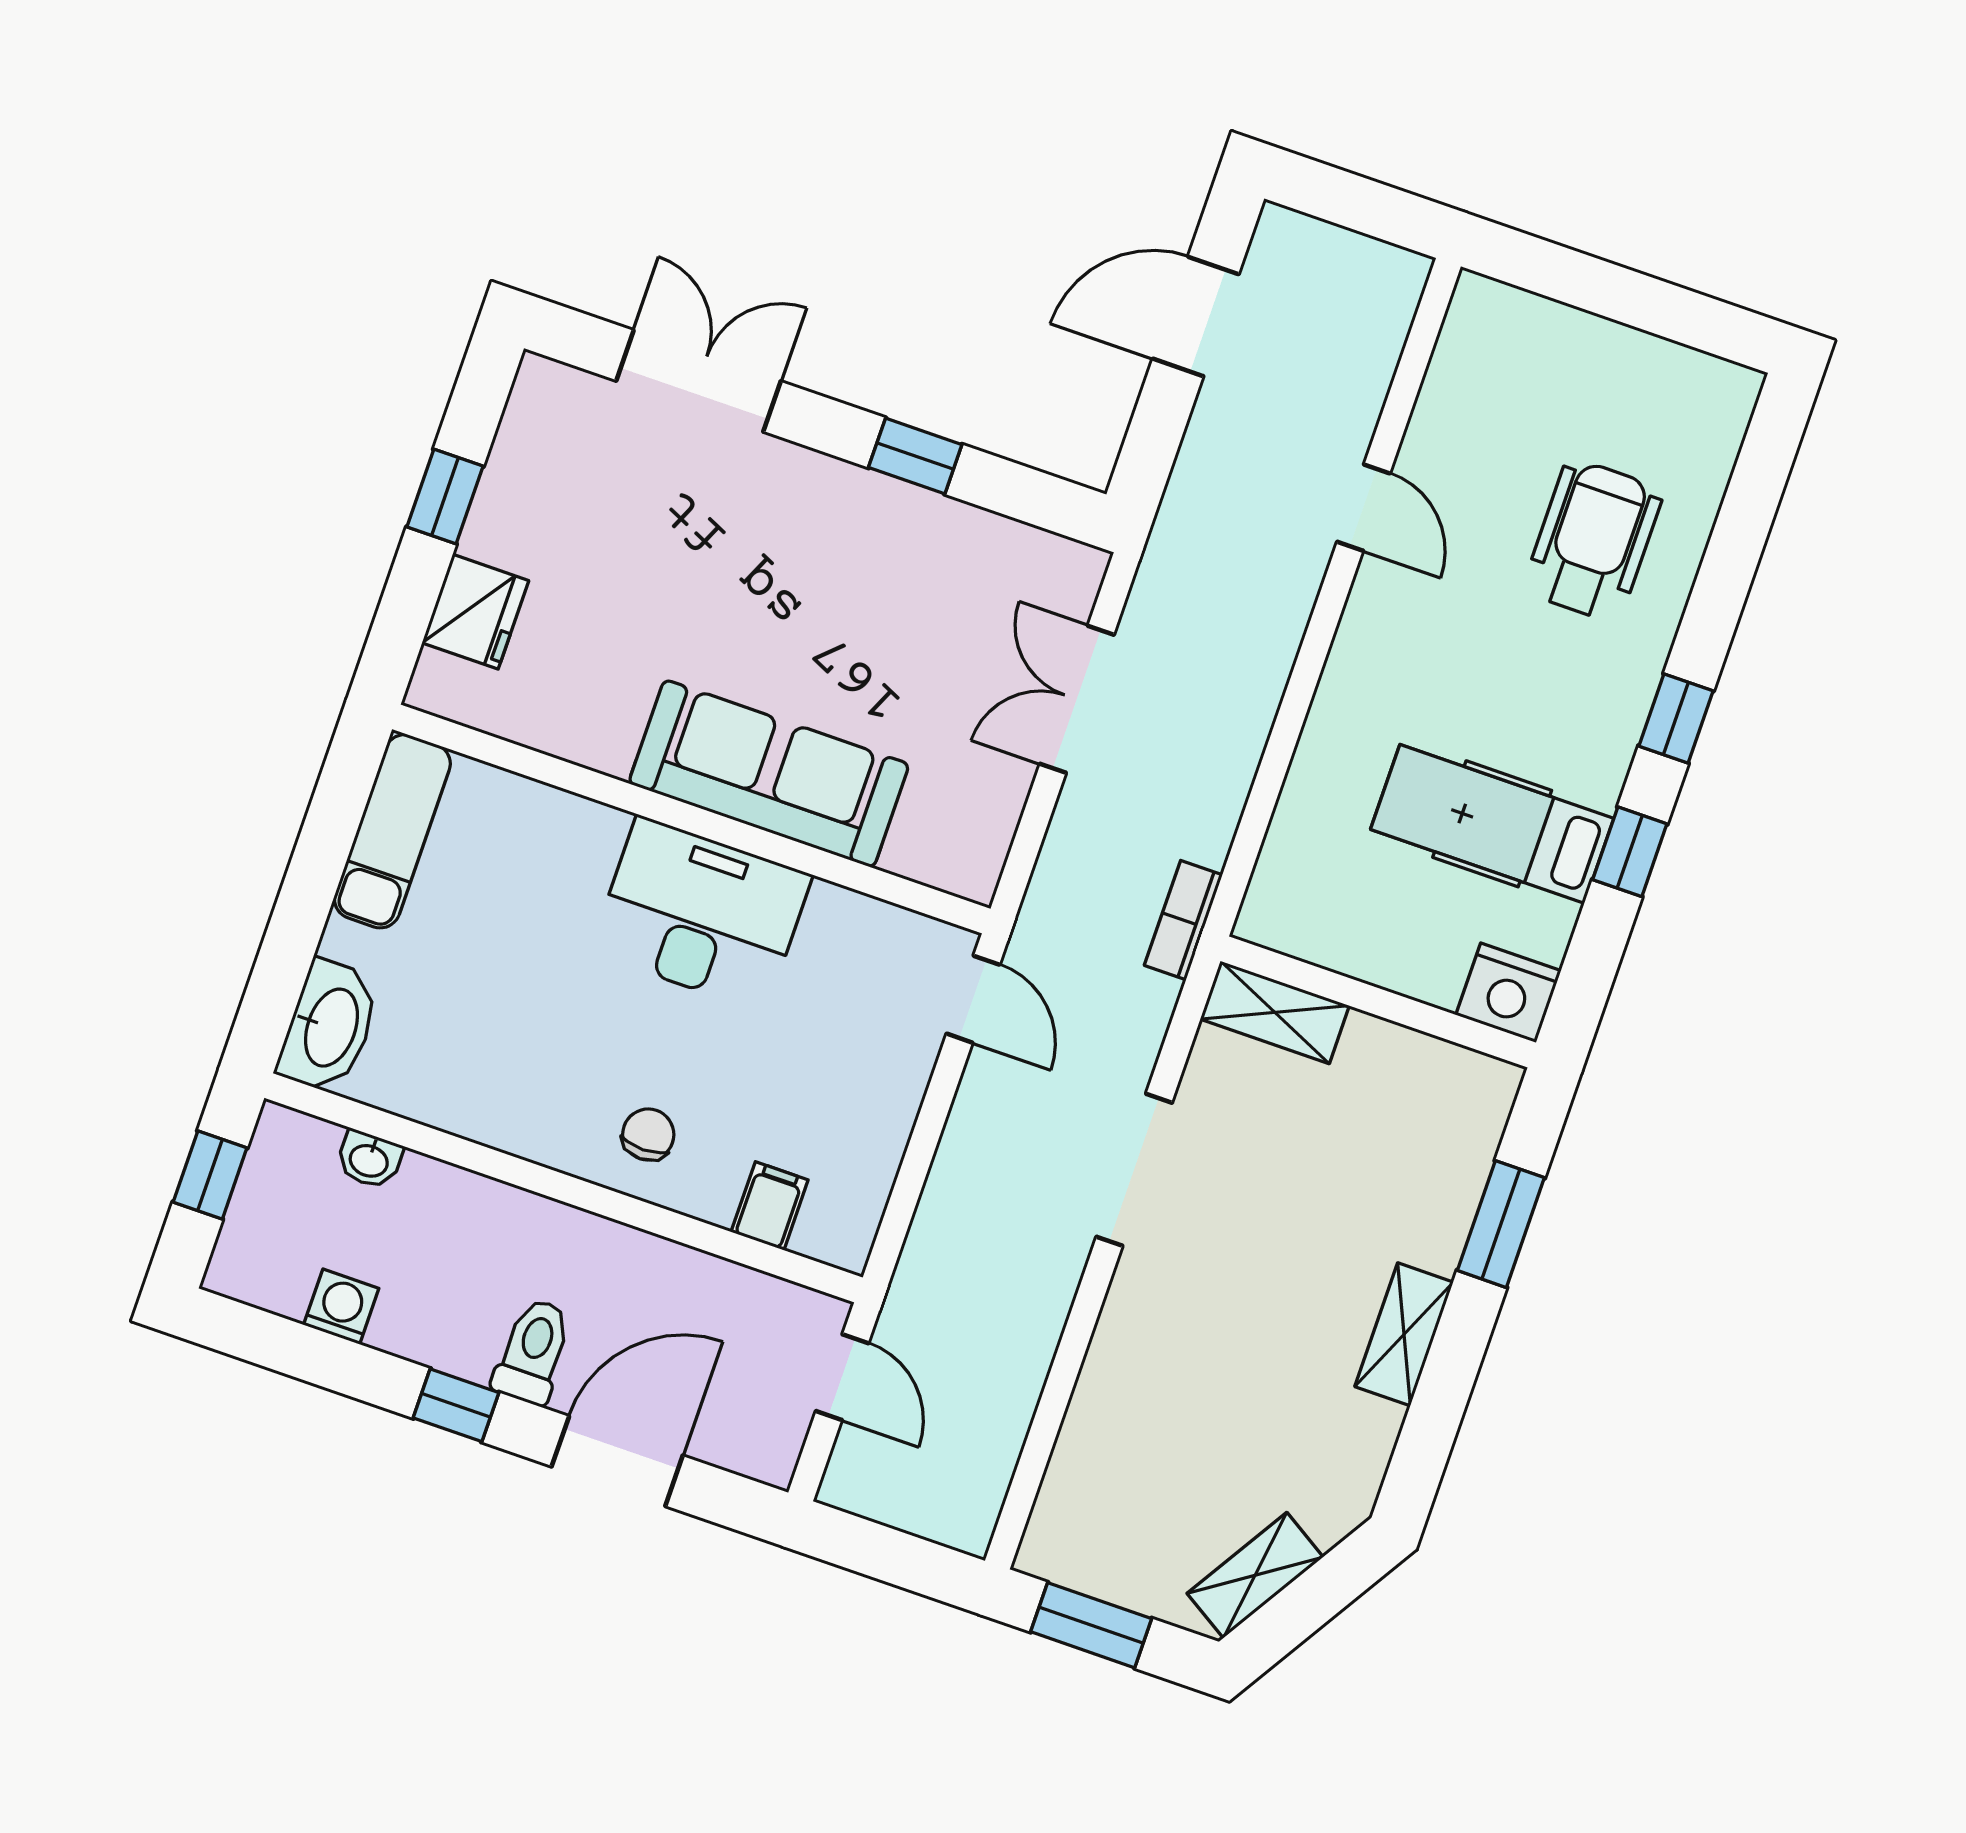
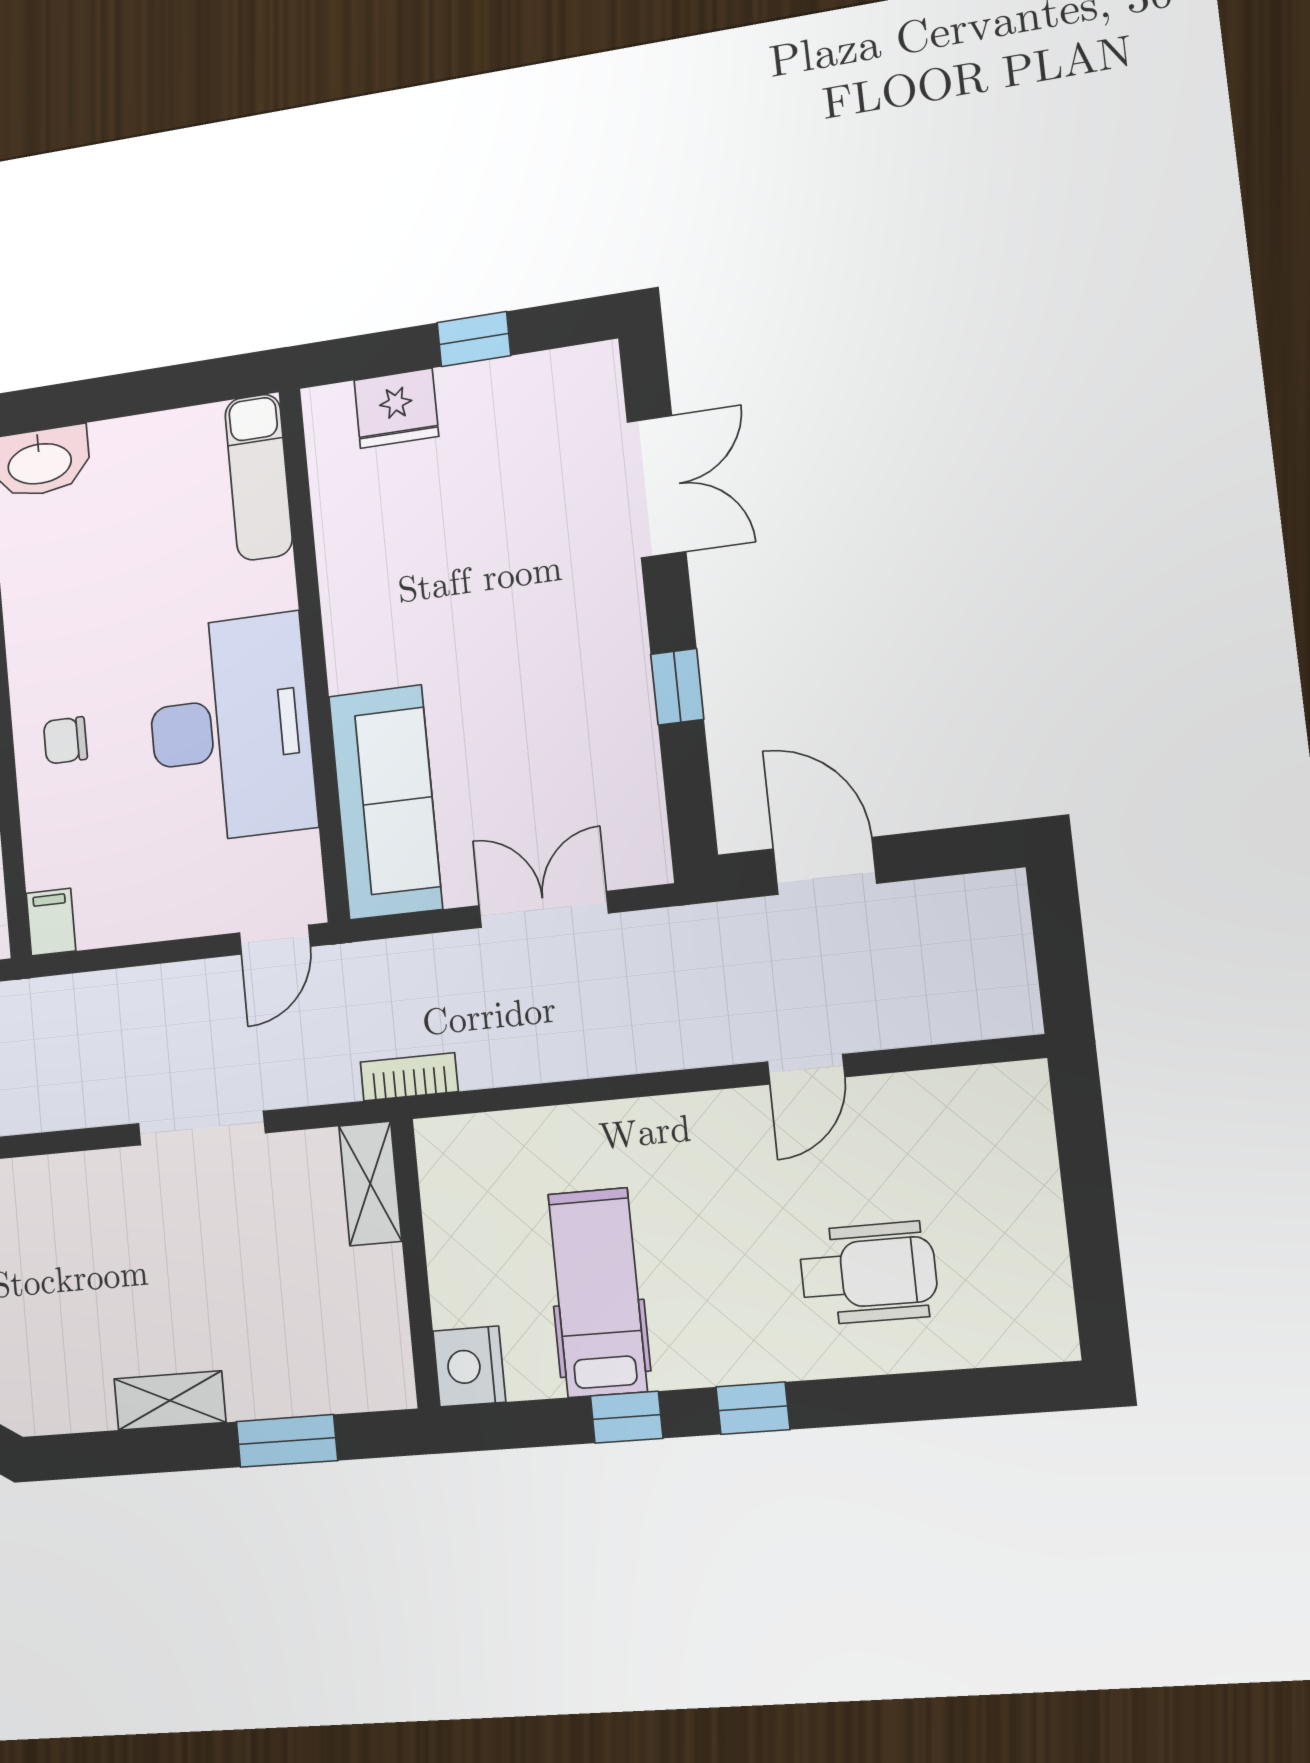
door: (1196, 316) -> (825, 866), moved
sofa: (769, 774) -> (385, 802), moved
exam couch: (392, 831) -> (259, 477), moved, turned 90
desk: (701, 914) -> (230, 729), width x1.36, depth x1.30
chair: (648, 1135) -> (65, 740), turned 180
filing cabinet: (770, 1206) -> (51, 922), moved, turned -90

